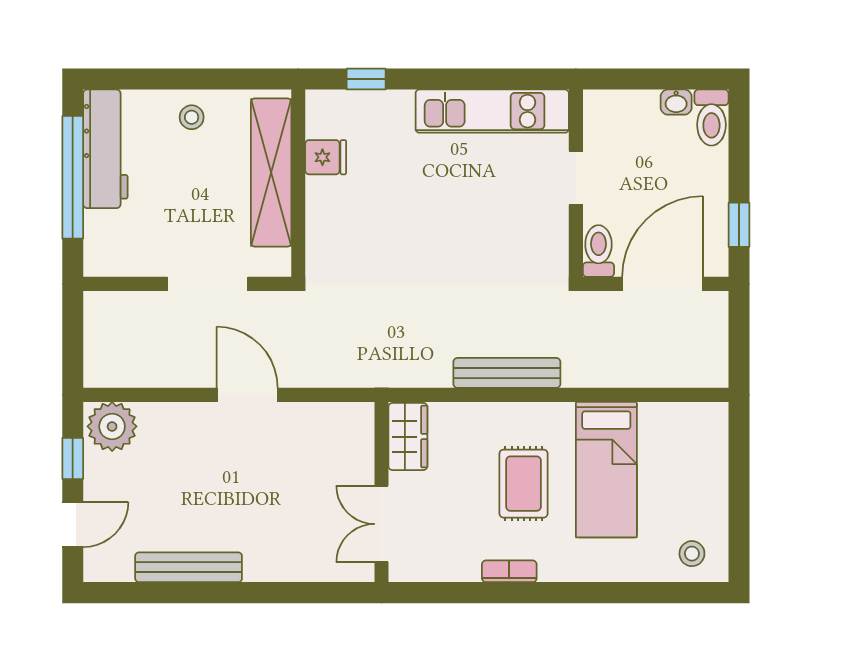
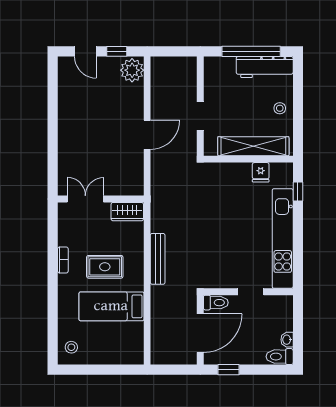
kitchen unit: (492, 111) -> (283, 238), width x1.36
doorway: (208, 284) -> (200, 116), width x0.73
door: (662, 284) -> (200, 333), hinge flipped
bench: (189, 567) -> (65, 107), removed

